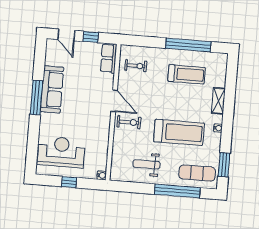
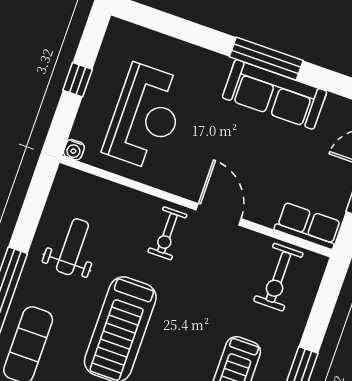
exercise bike: (136, 66) -> (278, 277), width x1.38, depth x1.39
door: (114, 101) -> (219, 214), swing flipped
reception desk: (61, 152) -> (146, 117), moved

